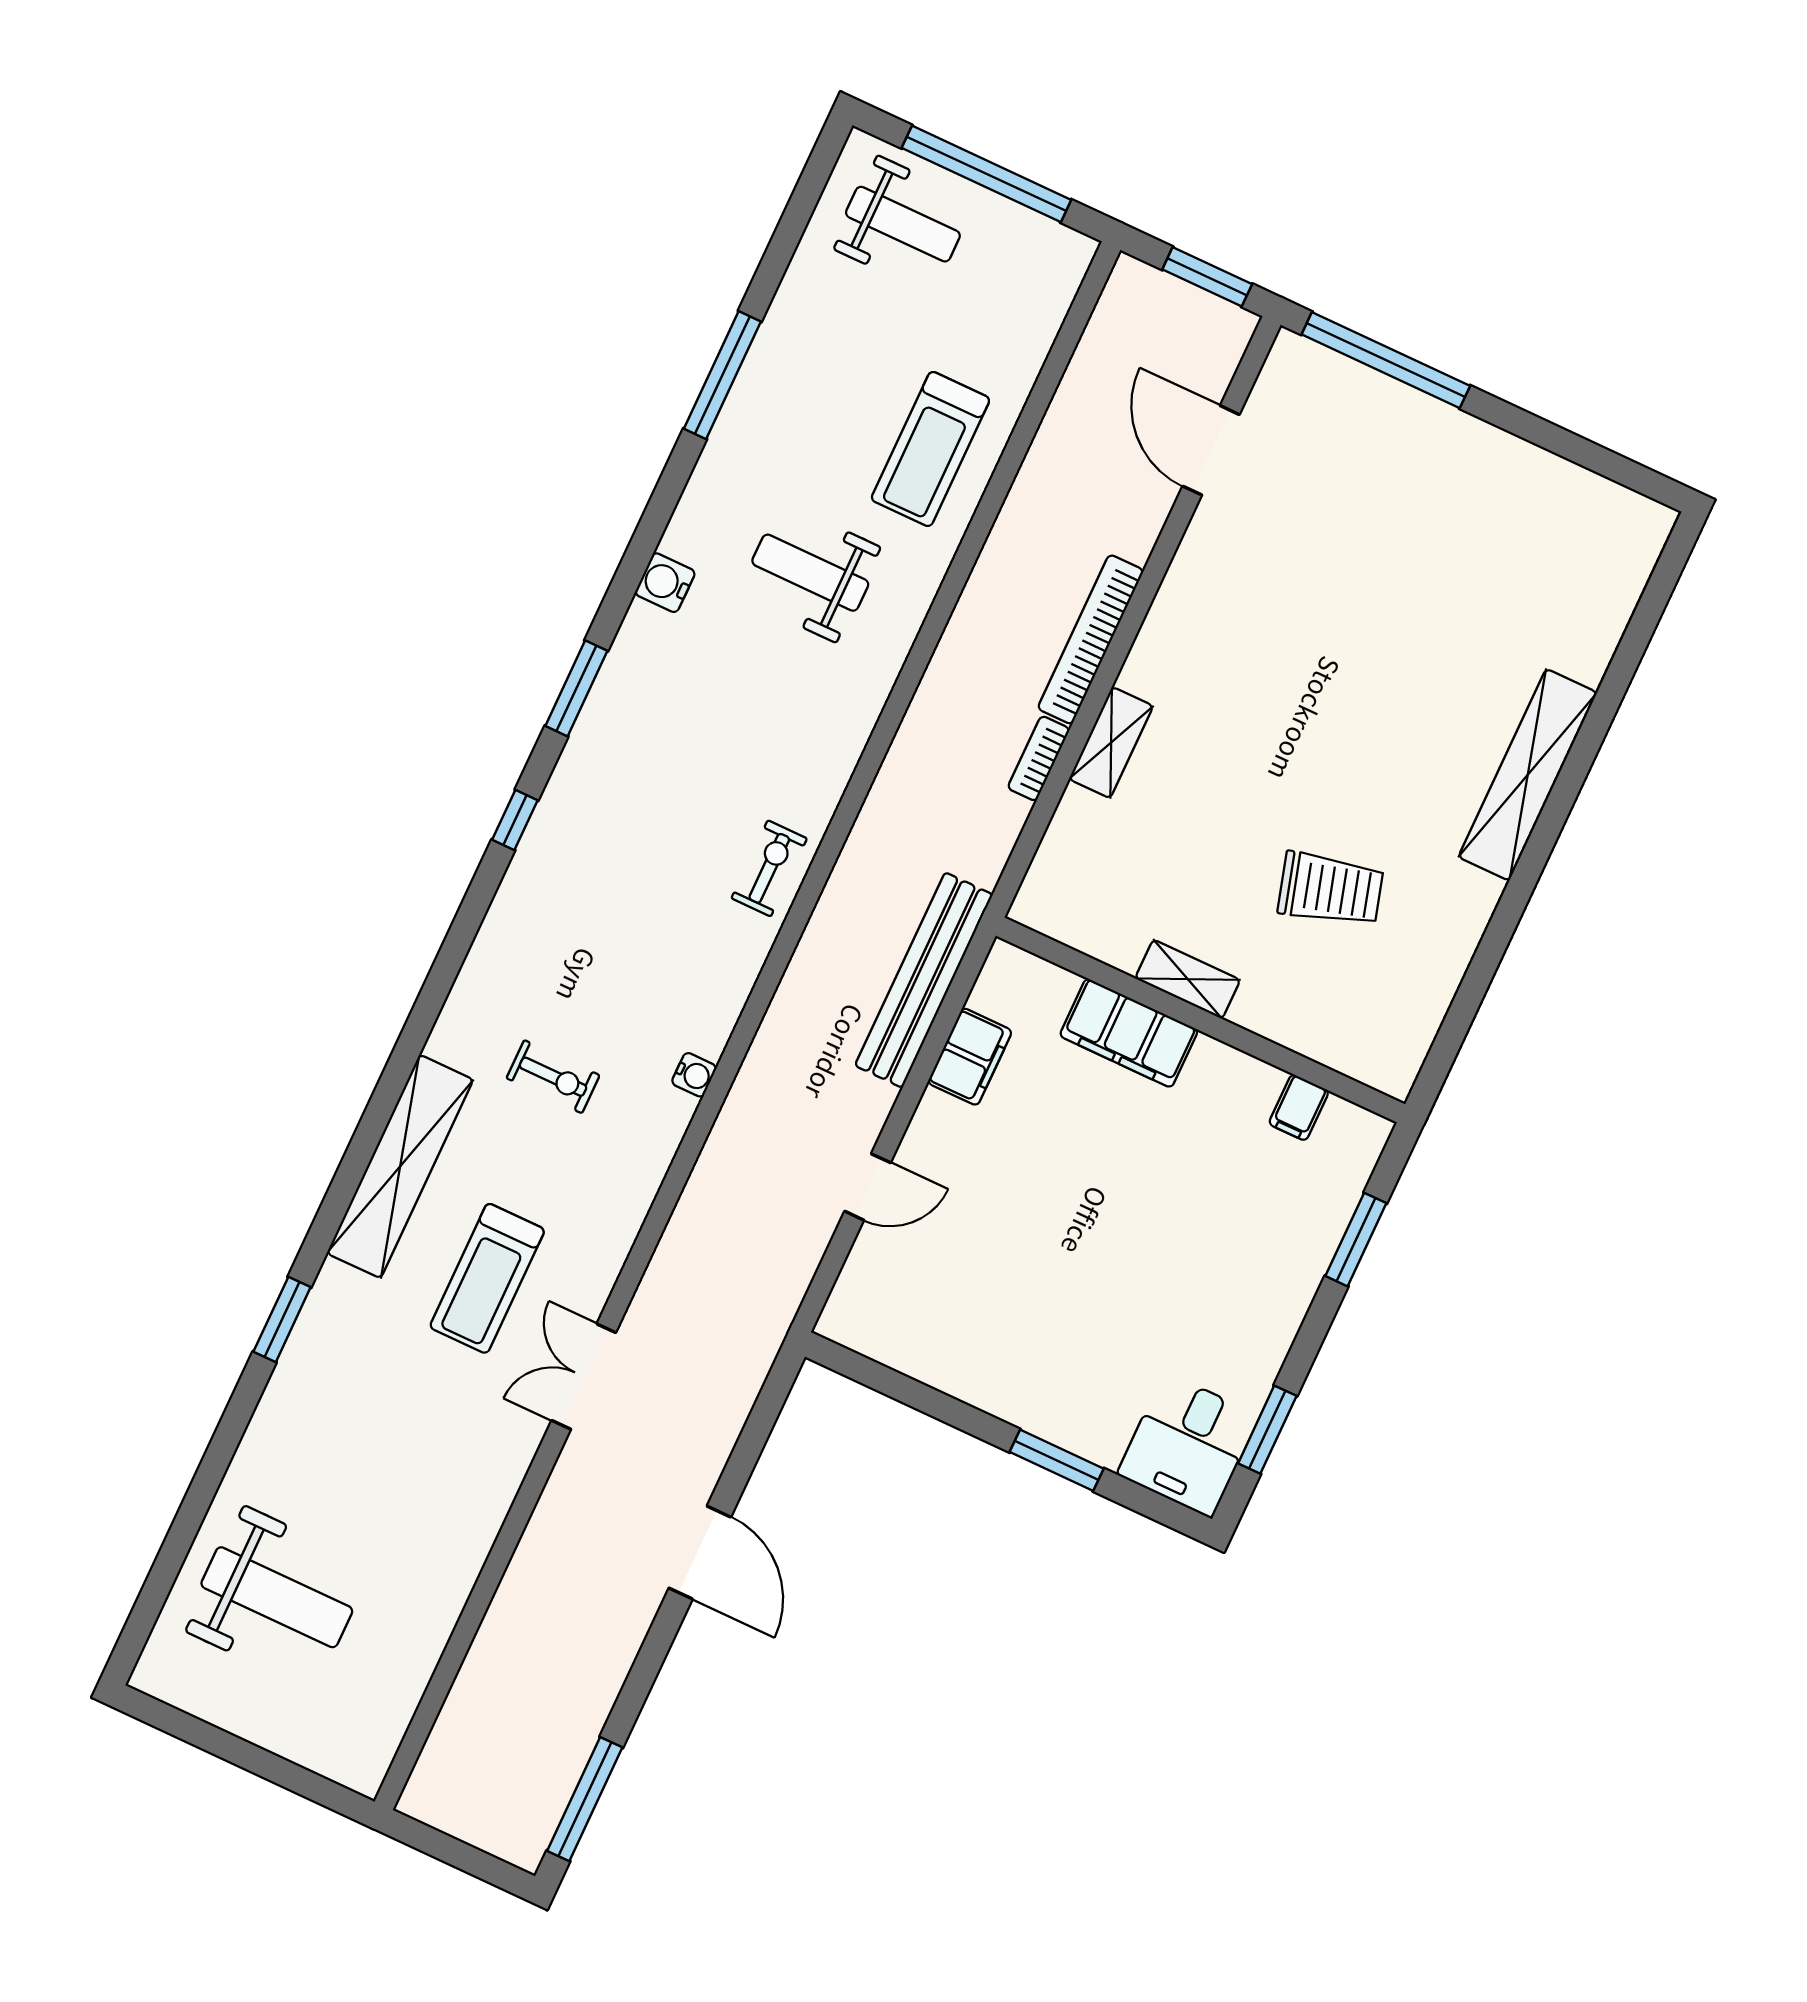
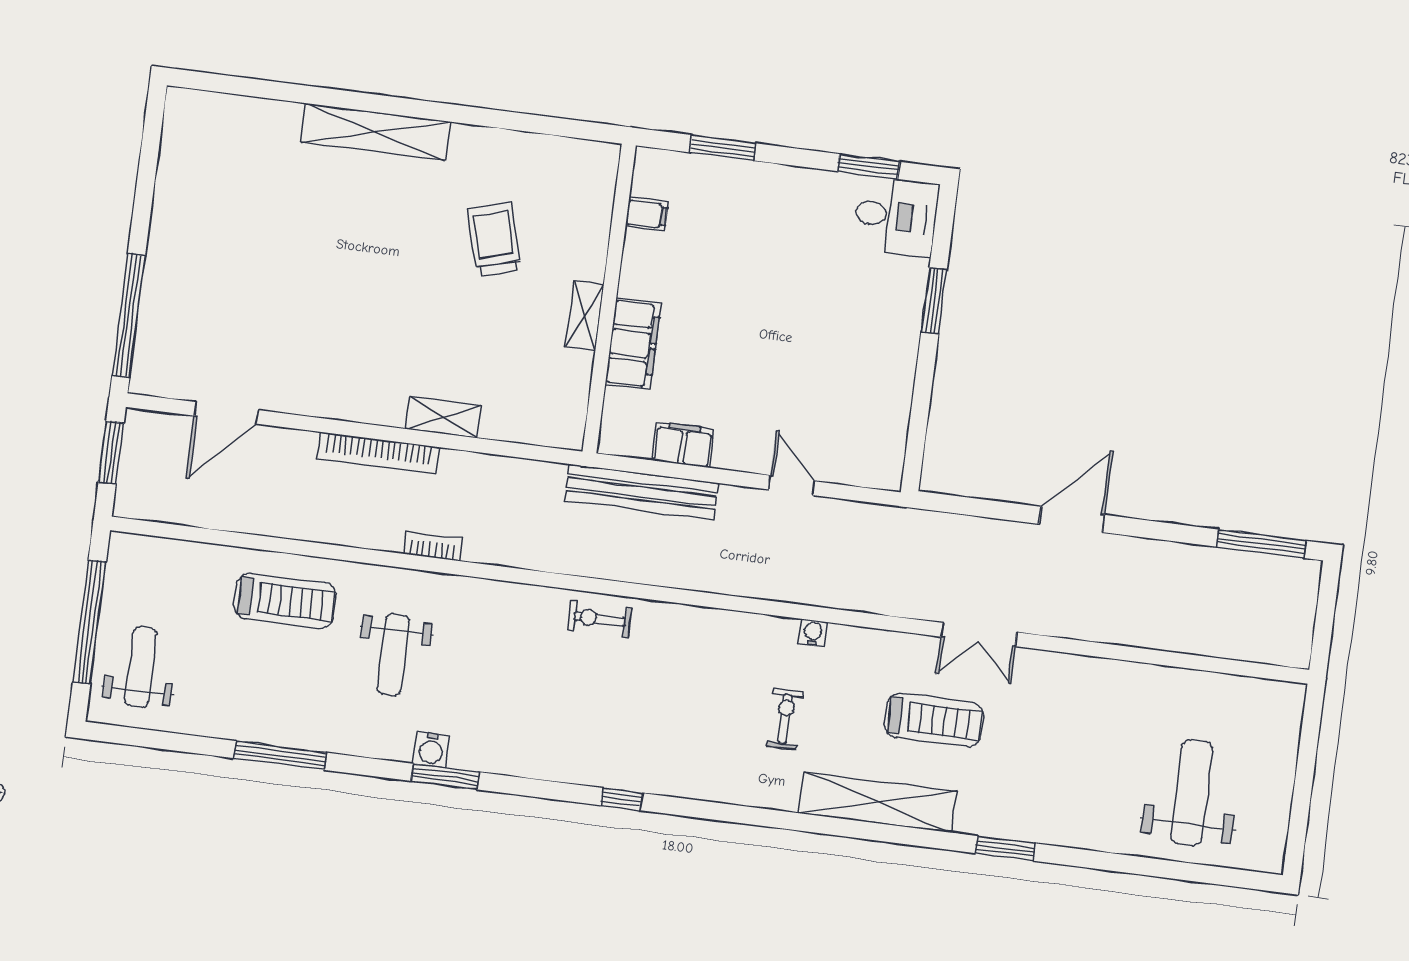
window: (576, 688) -> (445, 777), moved
bookcase: (1039, 758) -> (433, 546), moved, turned 180
water cooler: (694, 1075) -> (813, 633), moved

